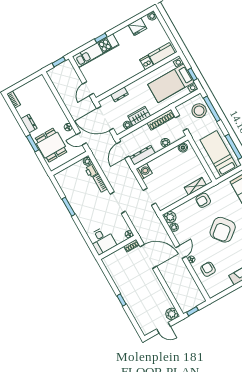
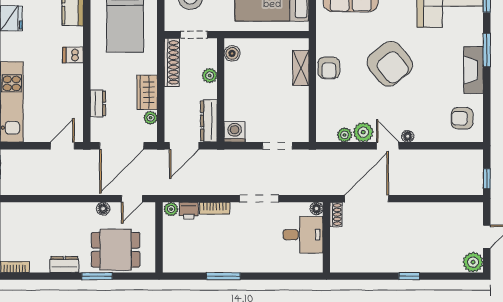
dishwasher: (147, 62) -> (73, 55), moved
door: (88, 89) -> (62, 146), swing flipped
door: (123, 150) -> (184, 146), hinge flipped
plant: (170, 217) -> (363, 132), moved
desk: (102, 240) -> (303, 235), moved
armchair: (208, 269) -> (462, 118), moved
plant: (172, 314) -> (473, 262), moved

